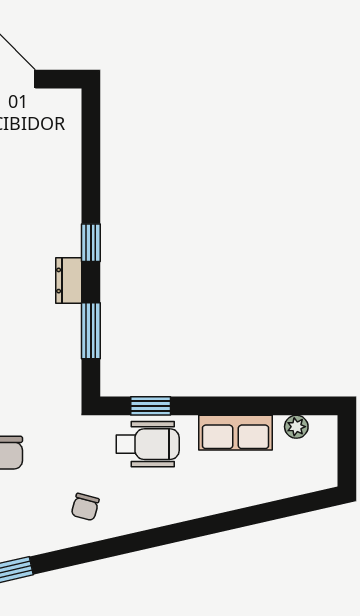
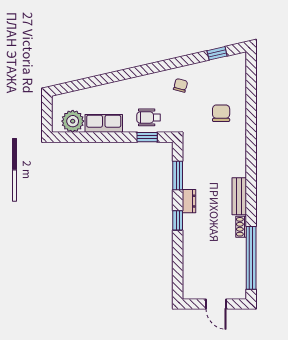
plant: (296, 427) -> (73, 121), width x1.88, depth x1.88
wheelchair: (148, 444) -> (149, 117), width x0.73, depth x0.73

